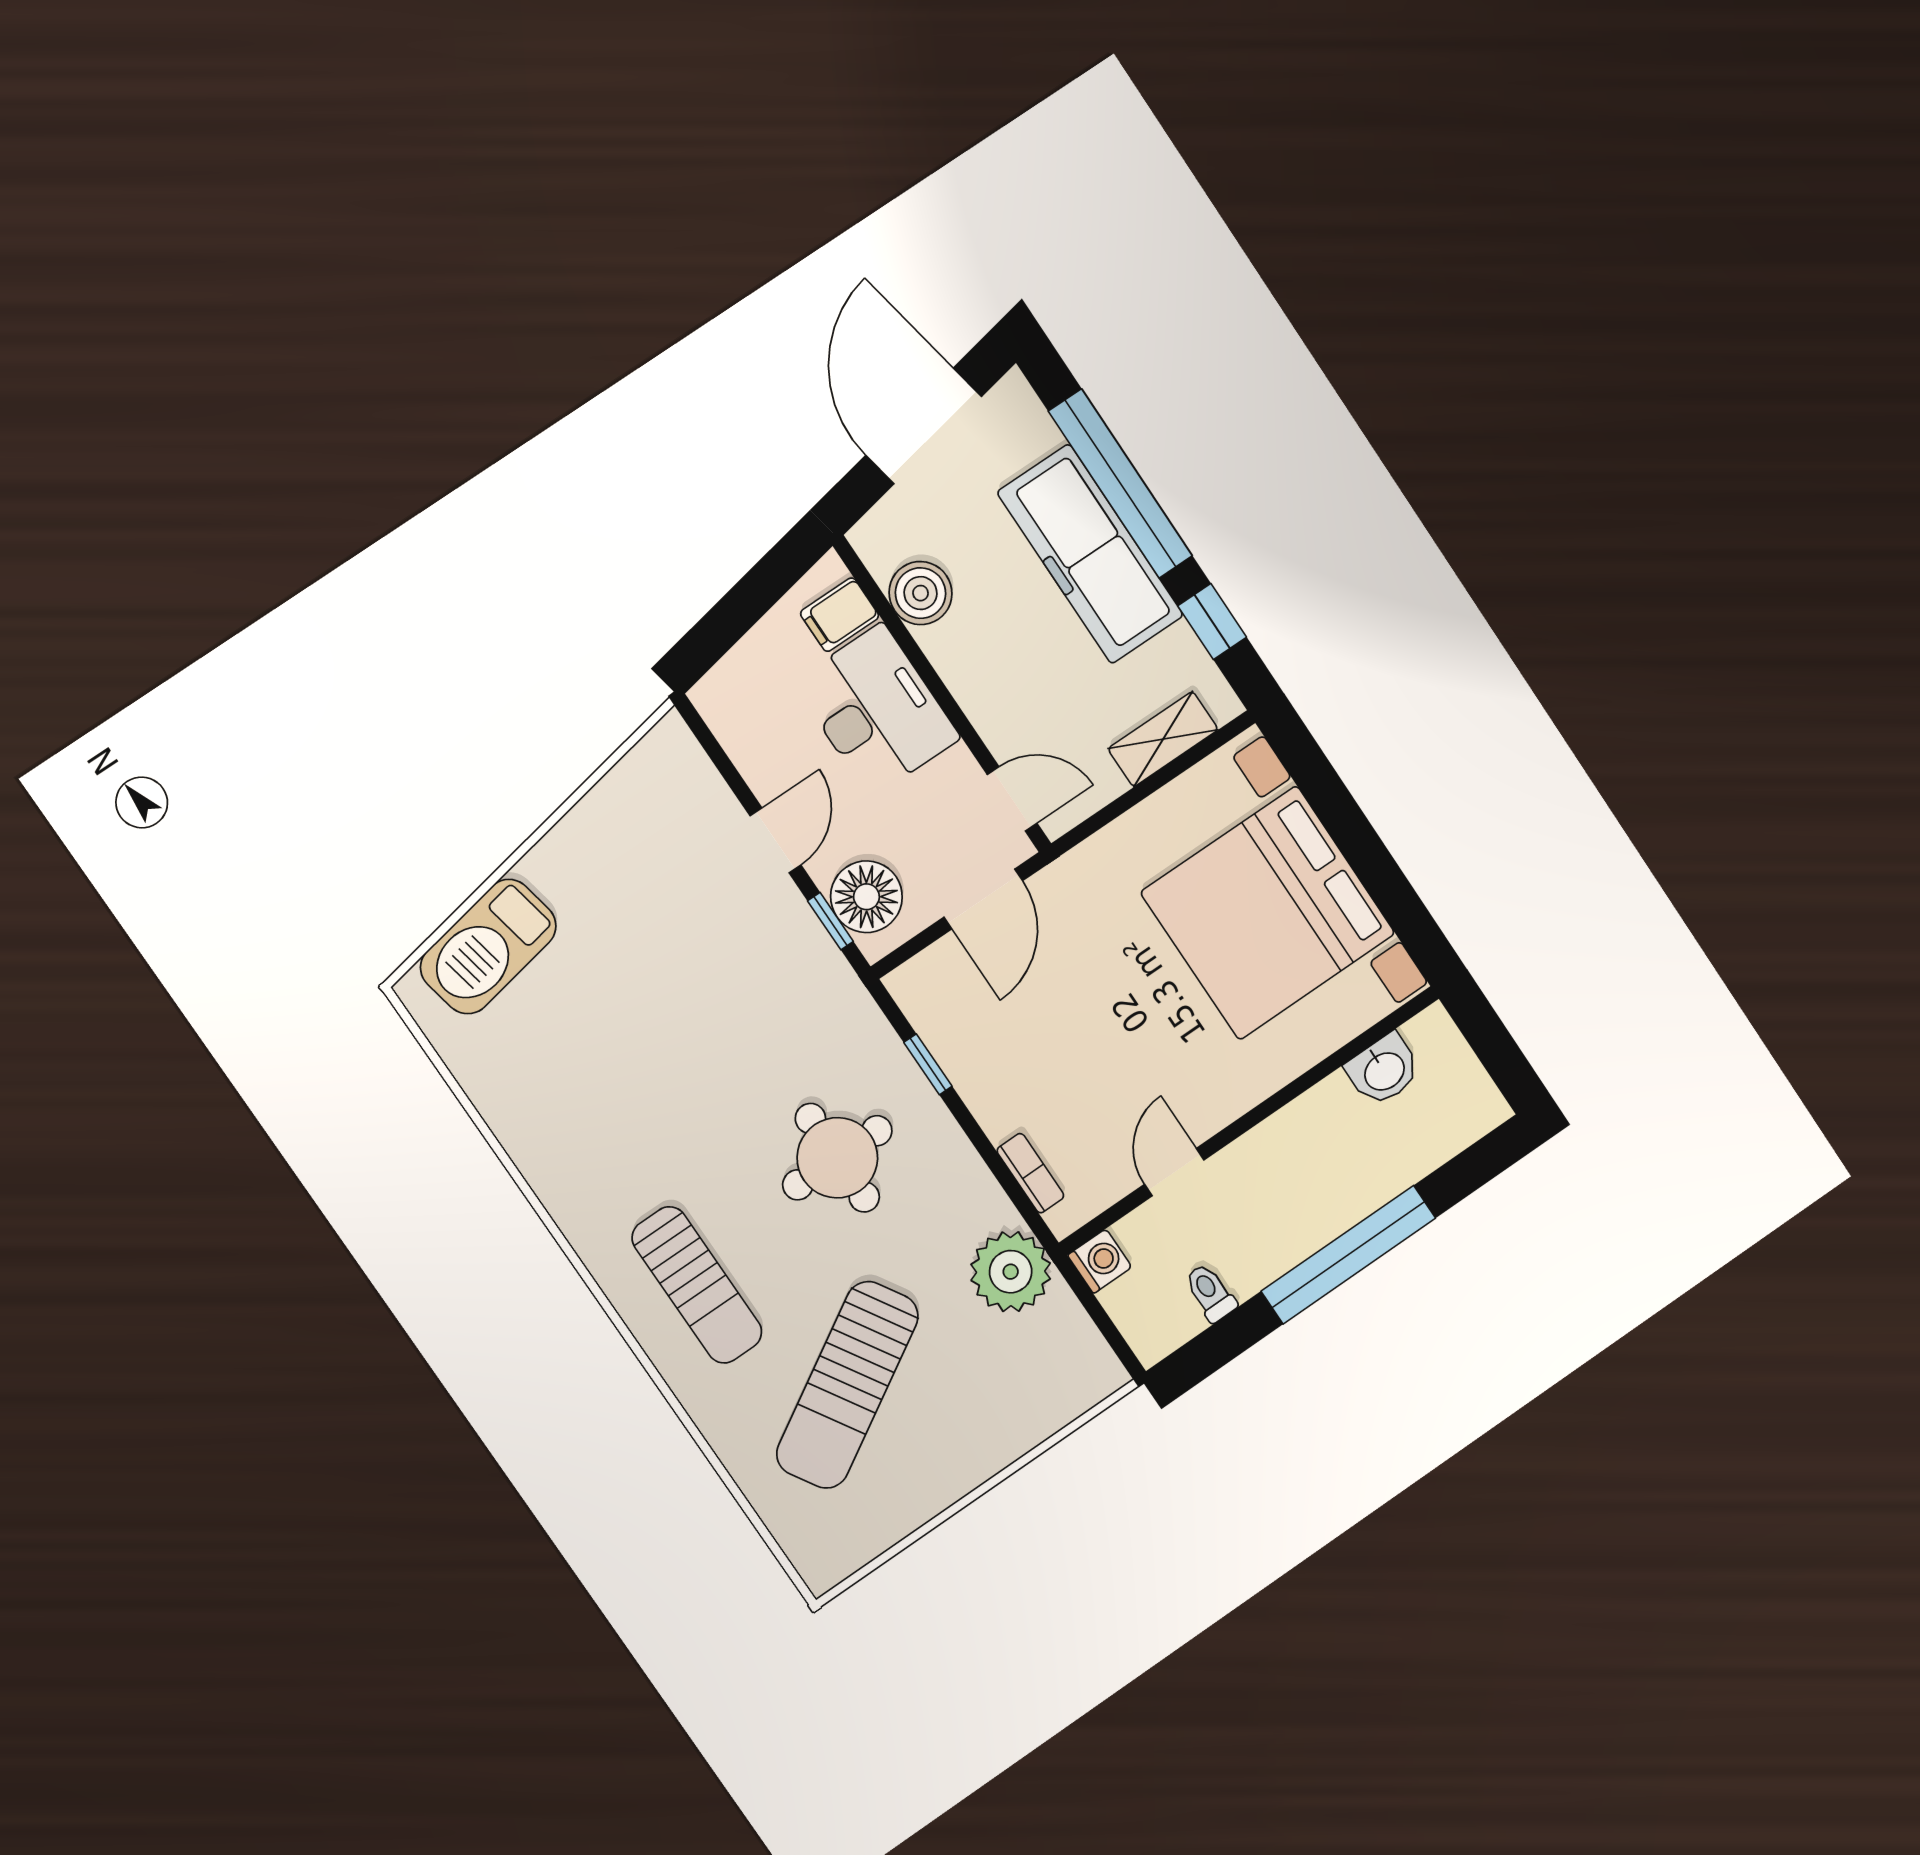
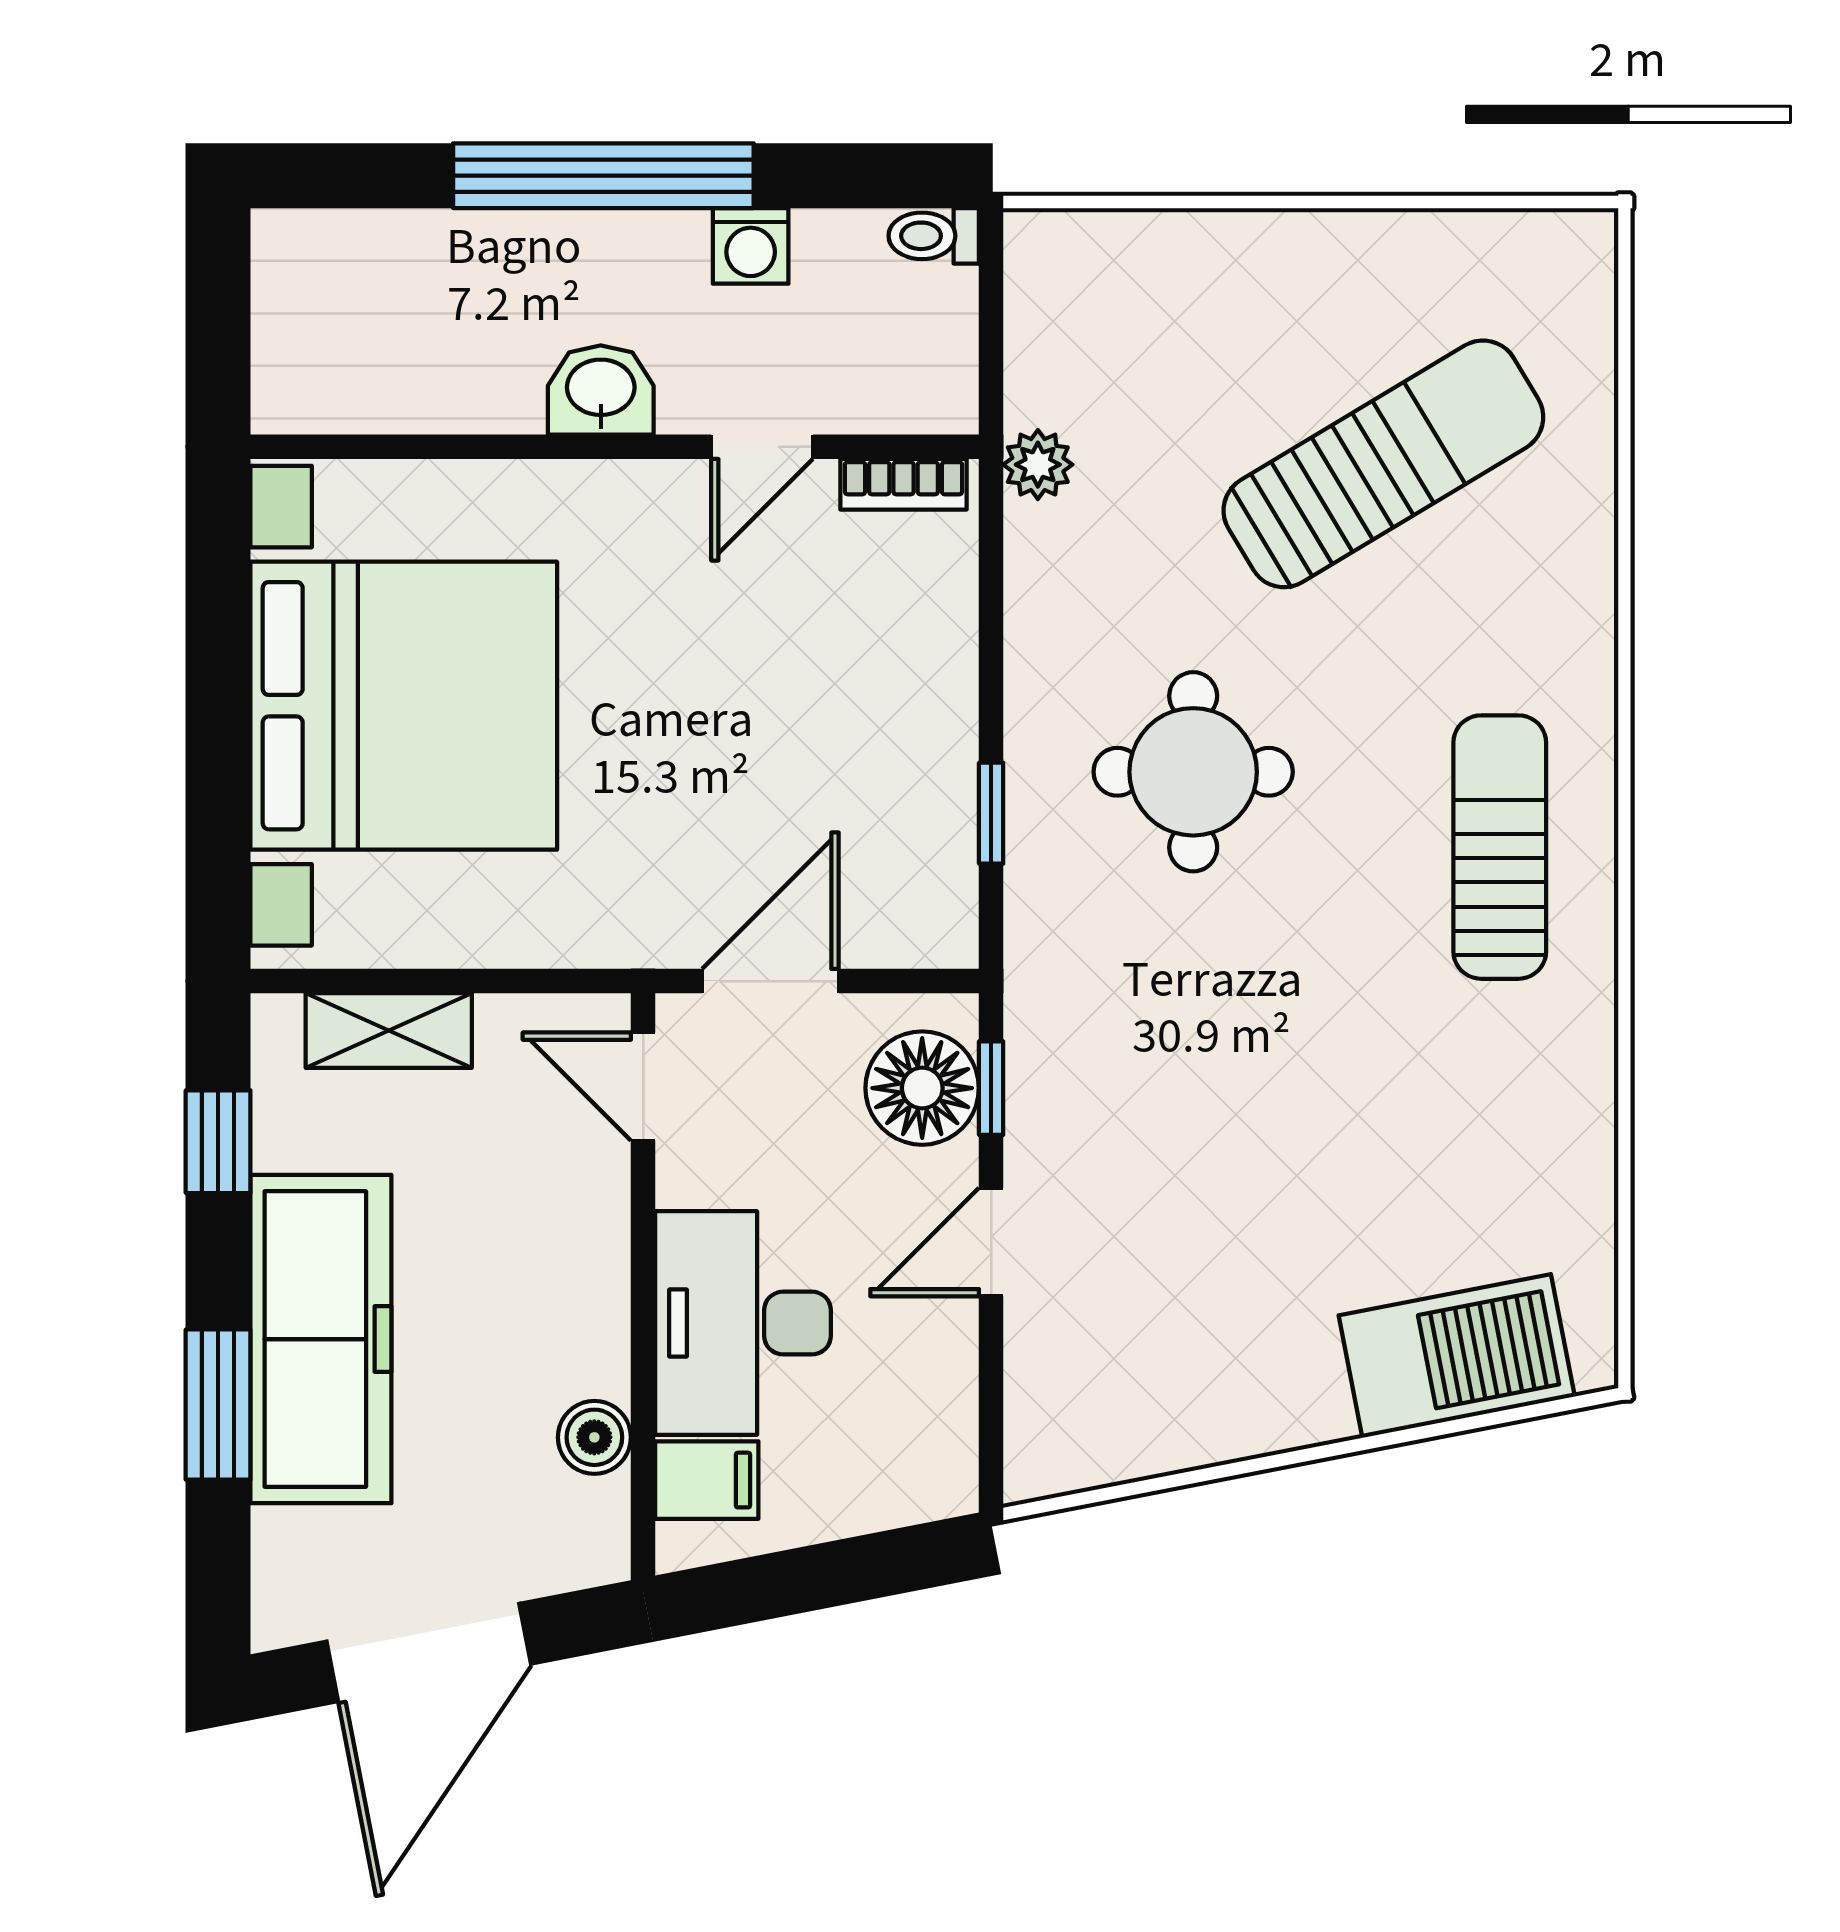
window: (1120, 484) -> (218, 1405), width x0.47
boiler: (921, 593) -> (594, 1437), width x0.73, depth x0.73
washbasin: (1384, 1070) -> (601, 390), moved
bookcase: (1030, 1173) -> (904, 484), moved, turned -90
washing machine: (1100, 1261) -> (751, 246), moved, turned -90
plant: (1011, 1272) -> (1038, 465), width x0.53, depth x0.53
sun lounger: (697, 1285) -> (1500, 847), moved
toilet: (1210, 1293) -> (934, 236), moved, turned 90

